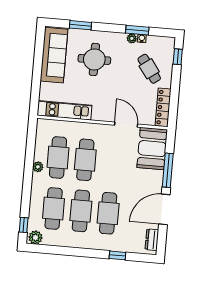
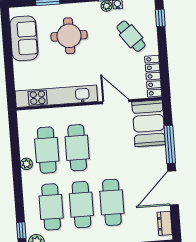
sofa: (54, 55) -> (24, 38), width x0.73
kitchen unit: (65, 110) -> (56, 96), width x1.36

